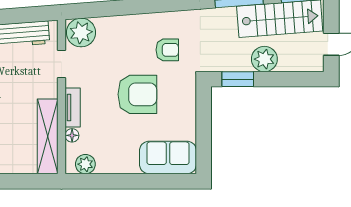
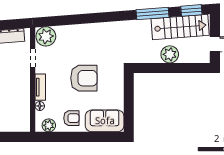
armchair: (167, 50) -> (71, 118), moved
window: (238, 79) -> (152, 68), removed
shelving: (48, 136) -> (23, 107), removed

